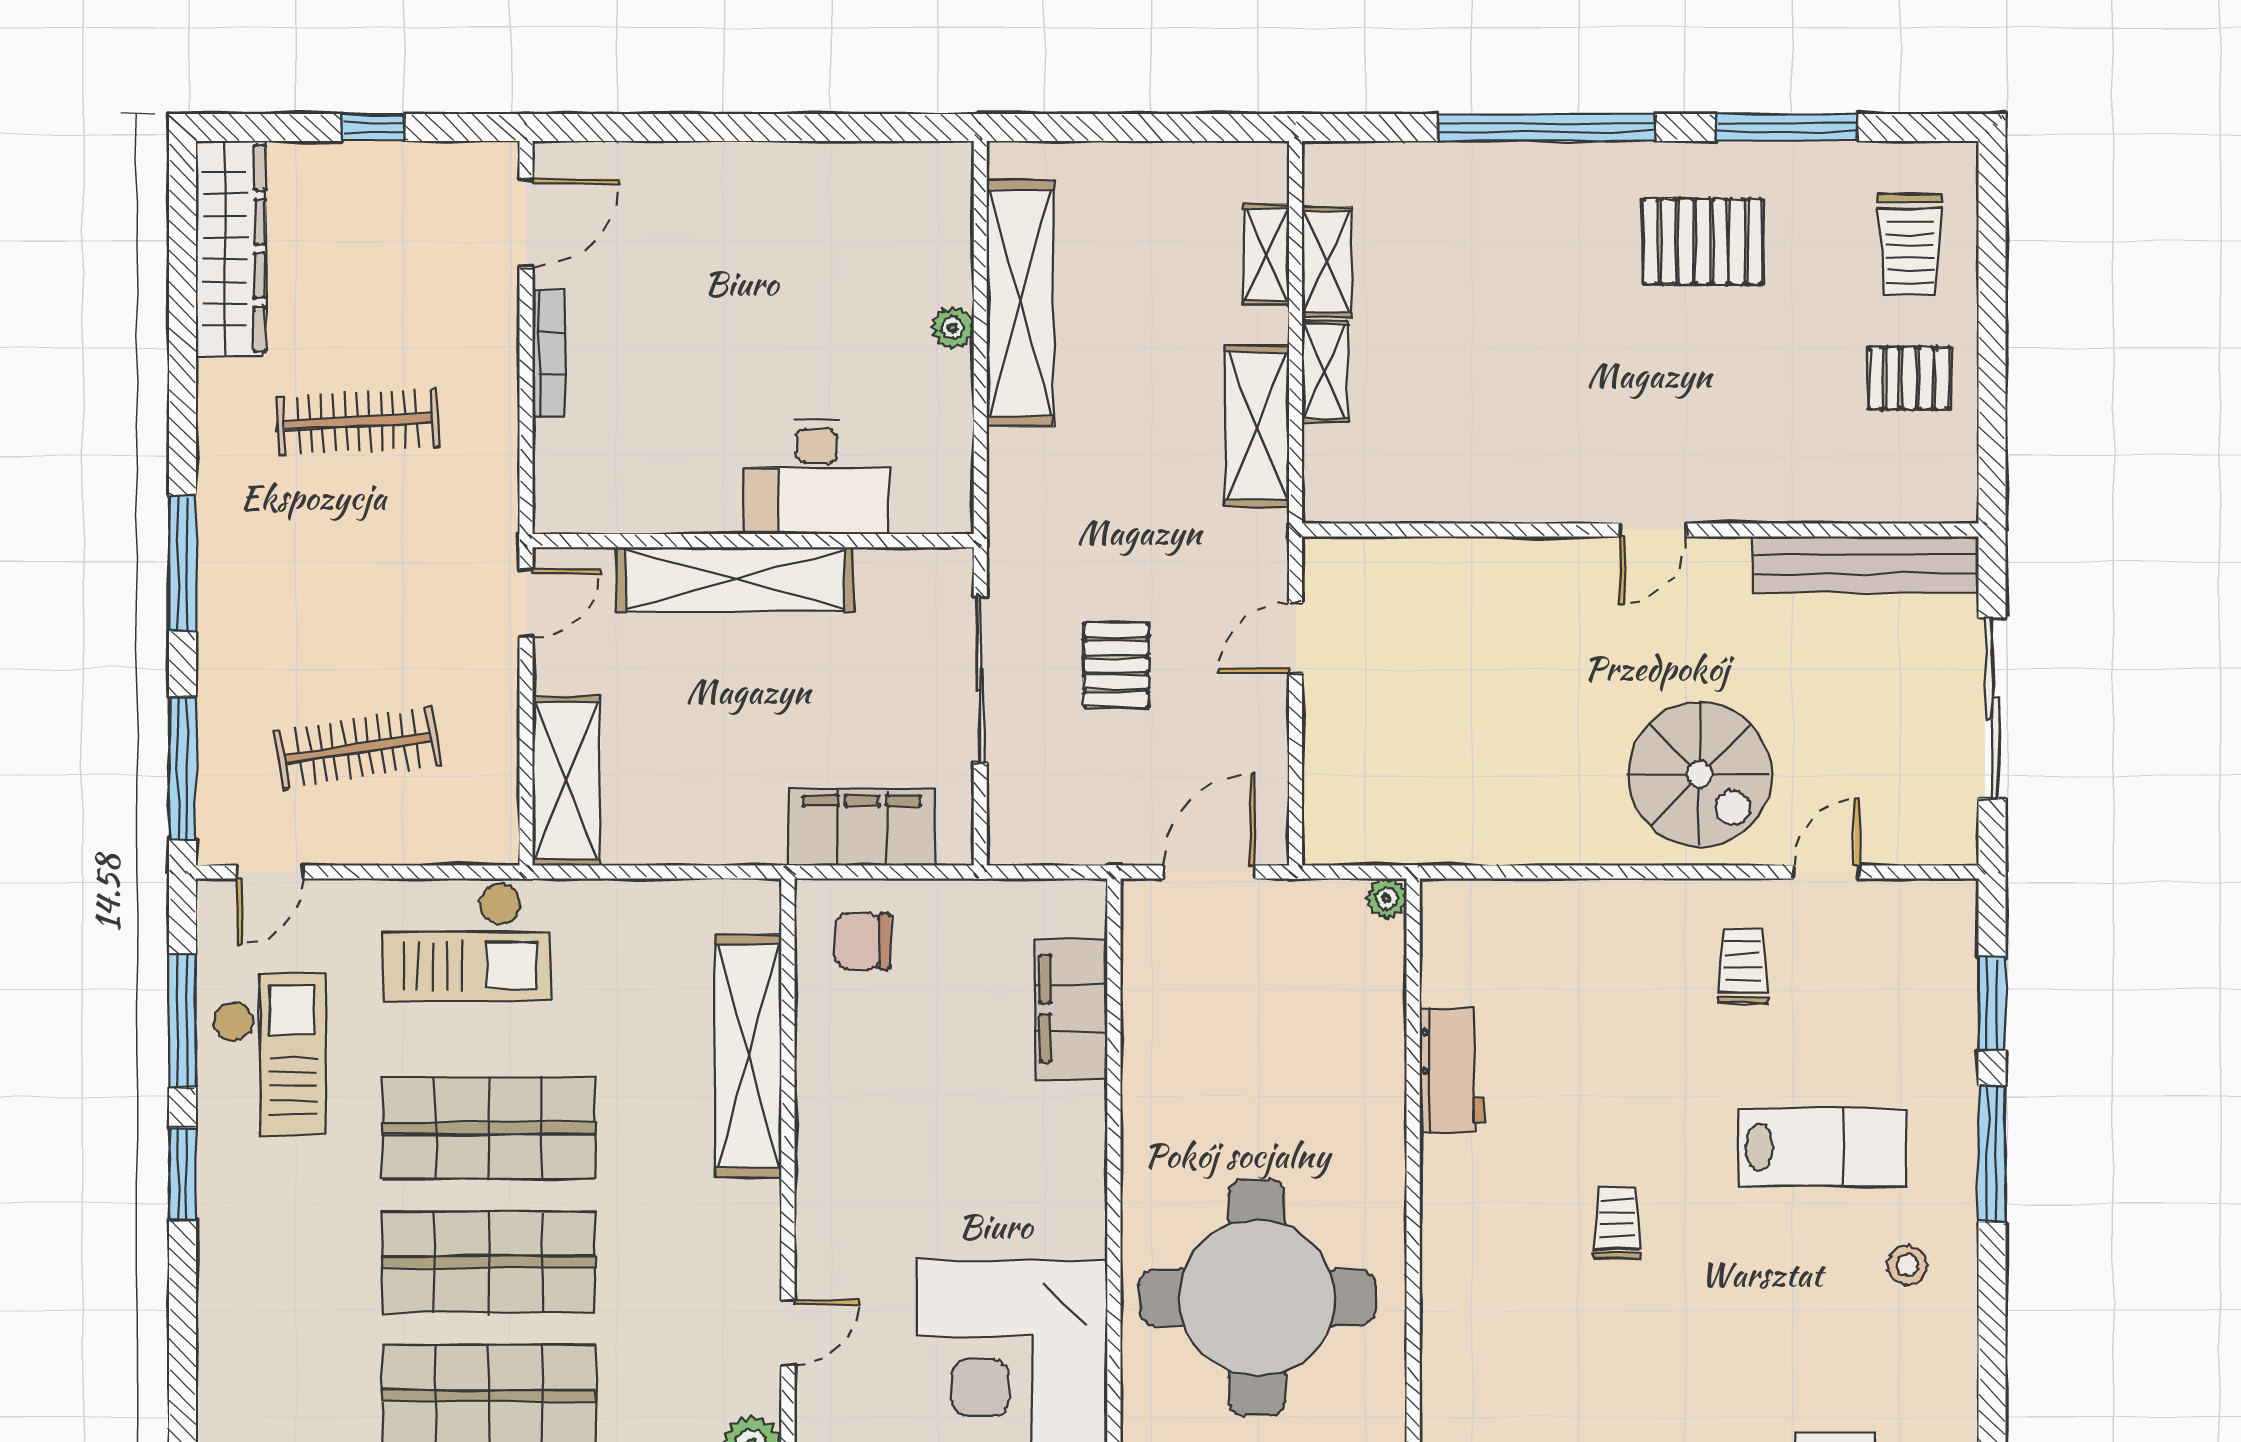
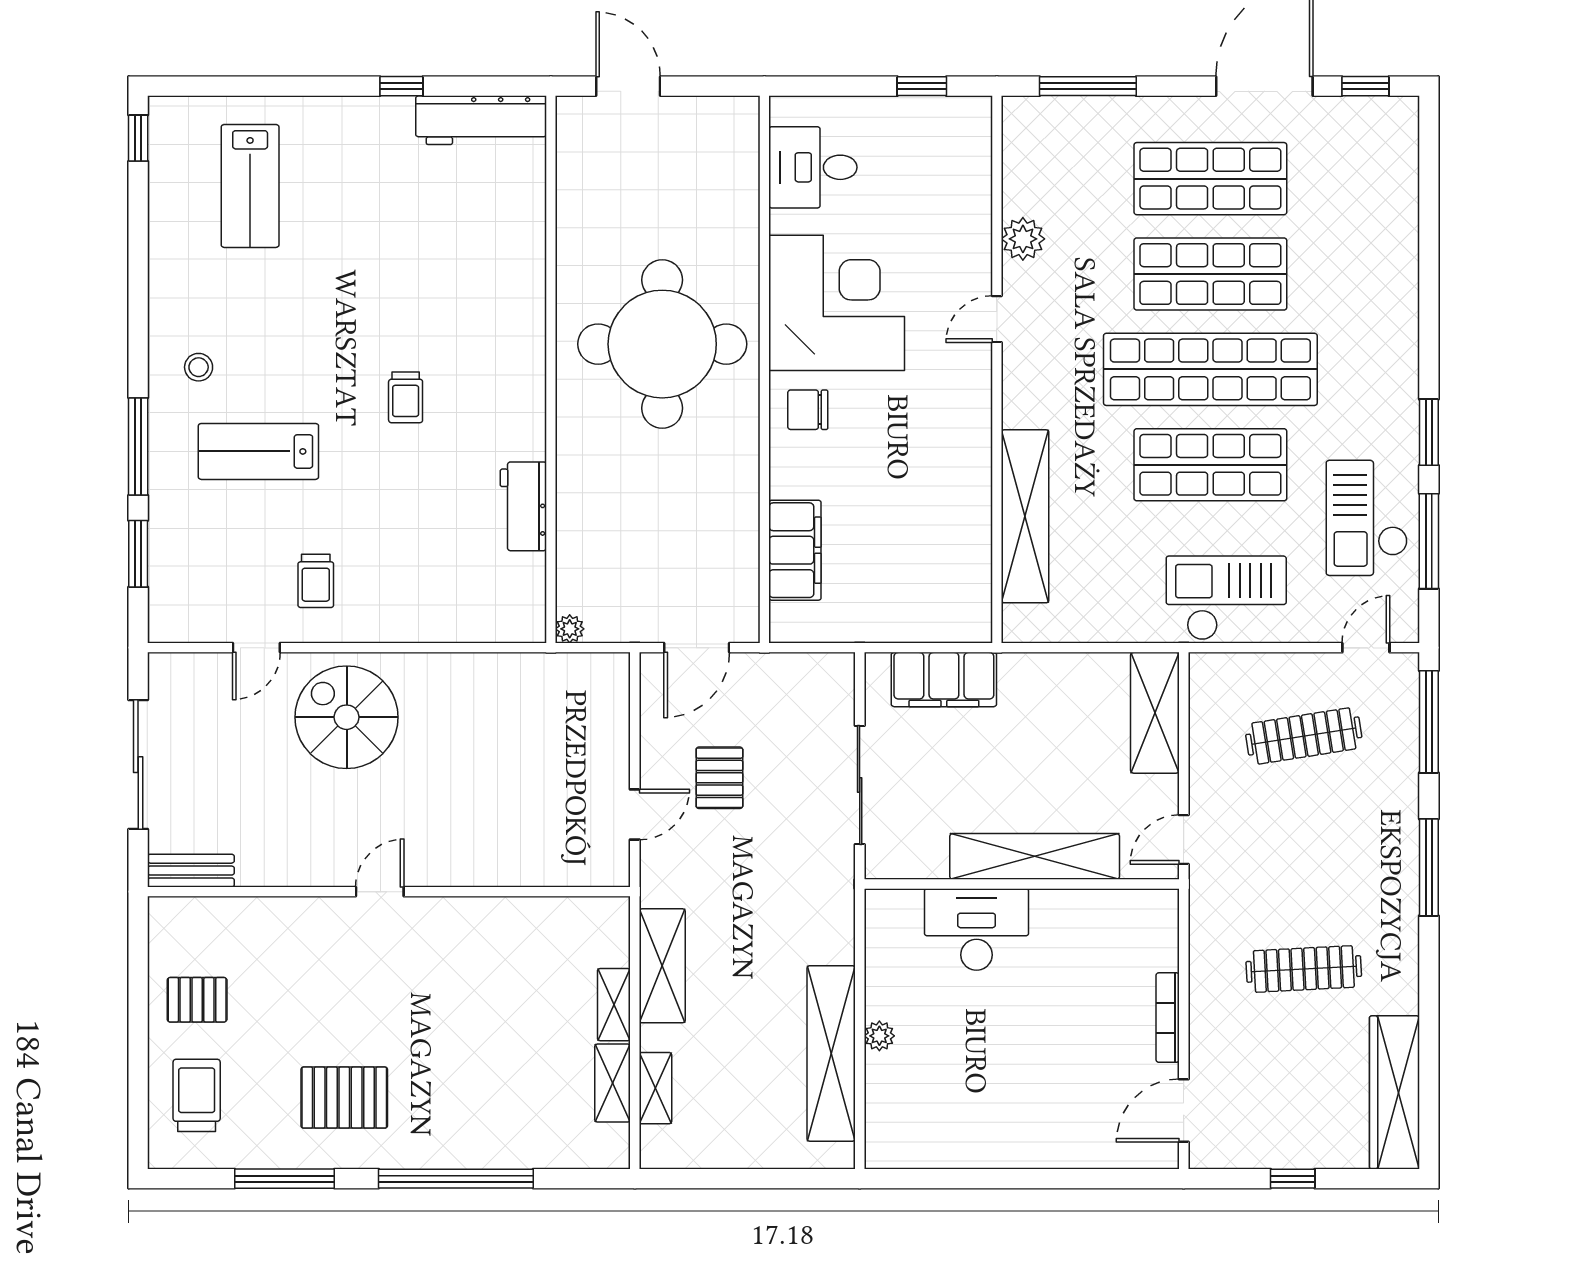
bench: (1865, 564) -> (191, 871), width x0.54, depth x0.82
pallet: (1116, 665) -> (719, 778), moved
chair: (863, 941) -> (808, 410), moved, turned 180
shop shelf: (489, 1262) -> (1210, 369), width x1.40

